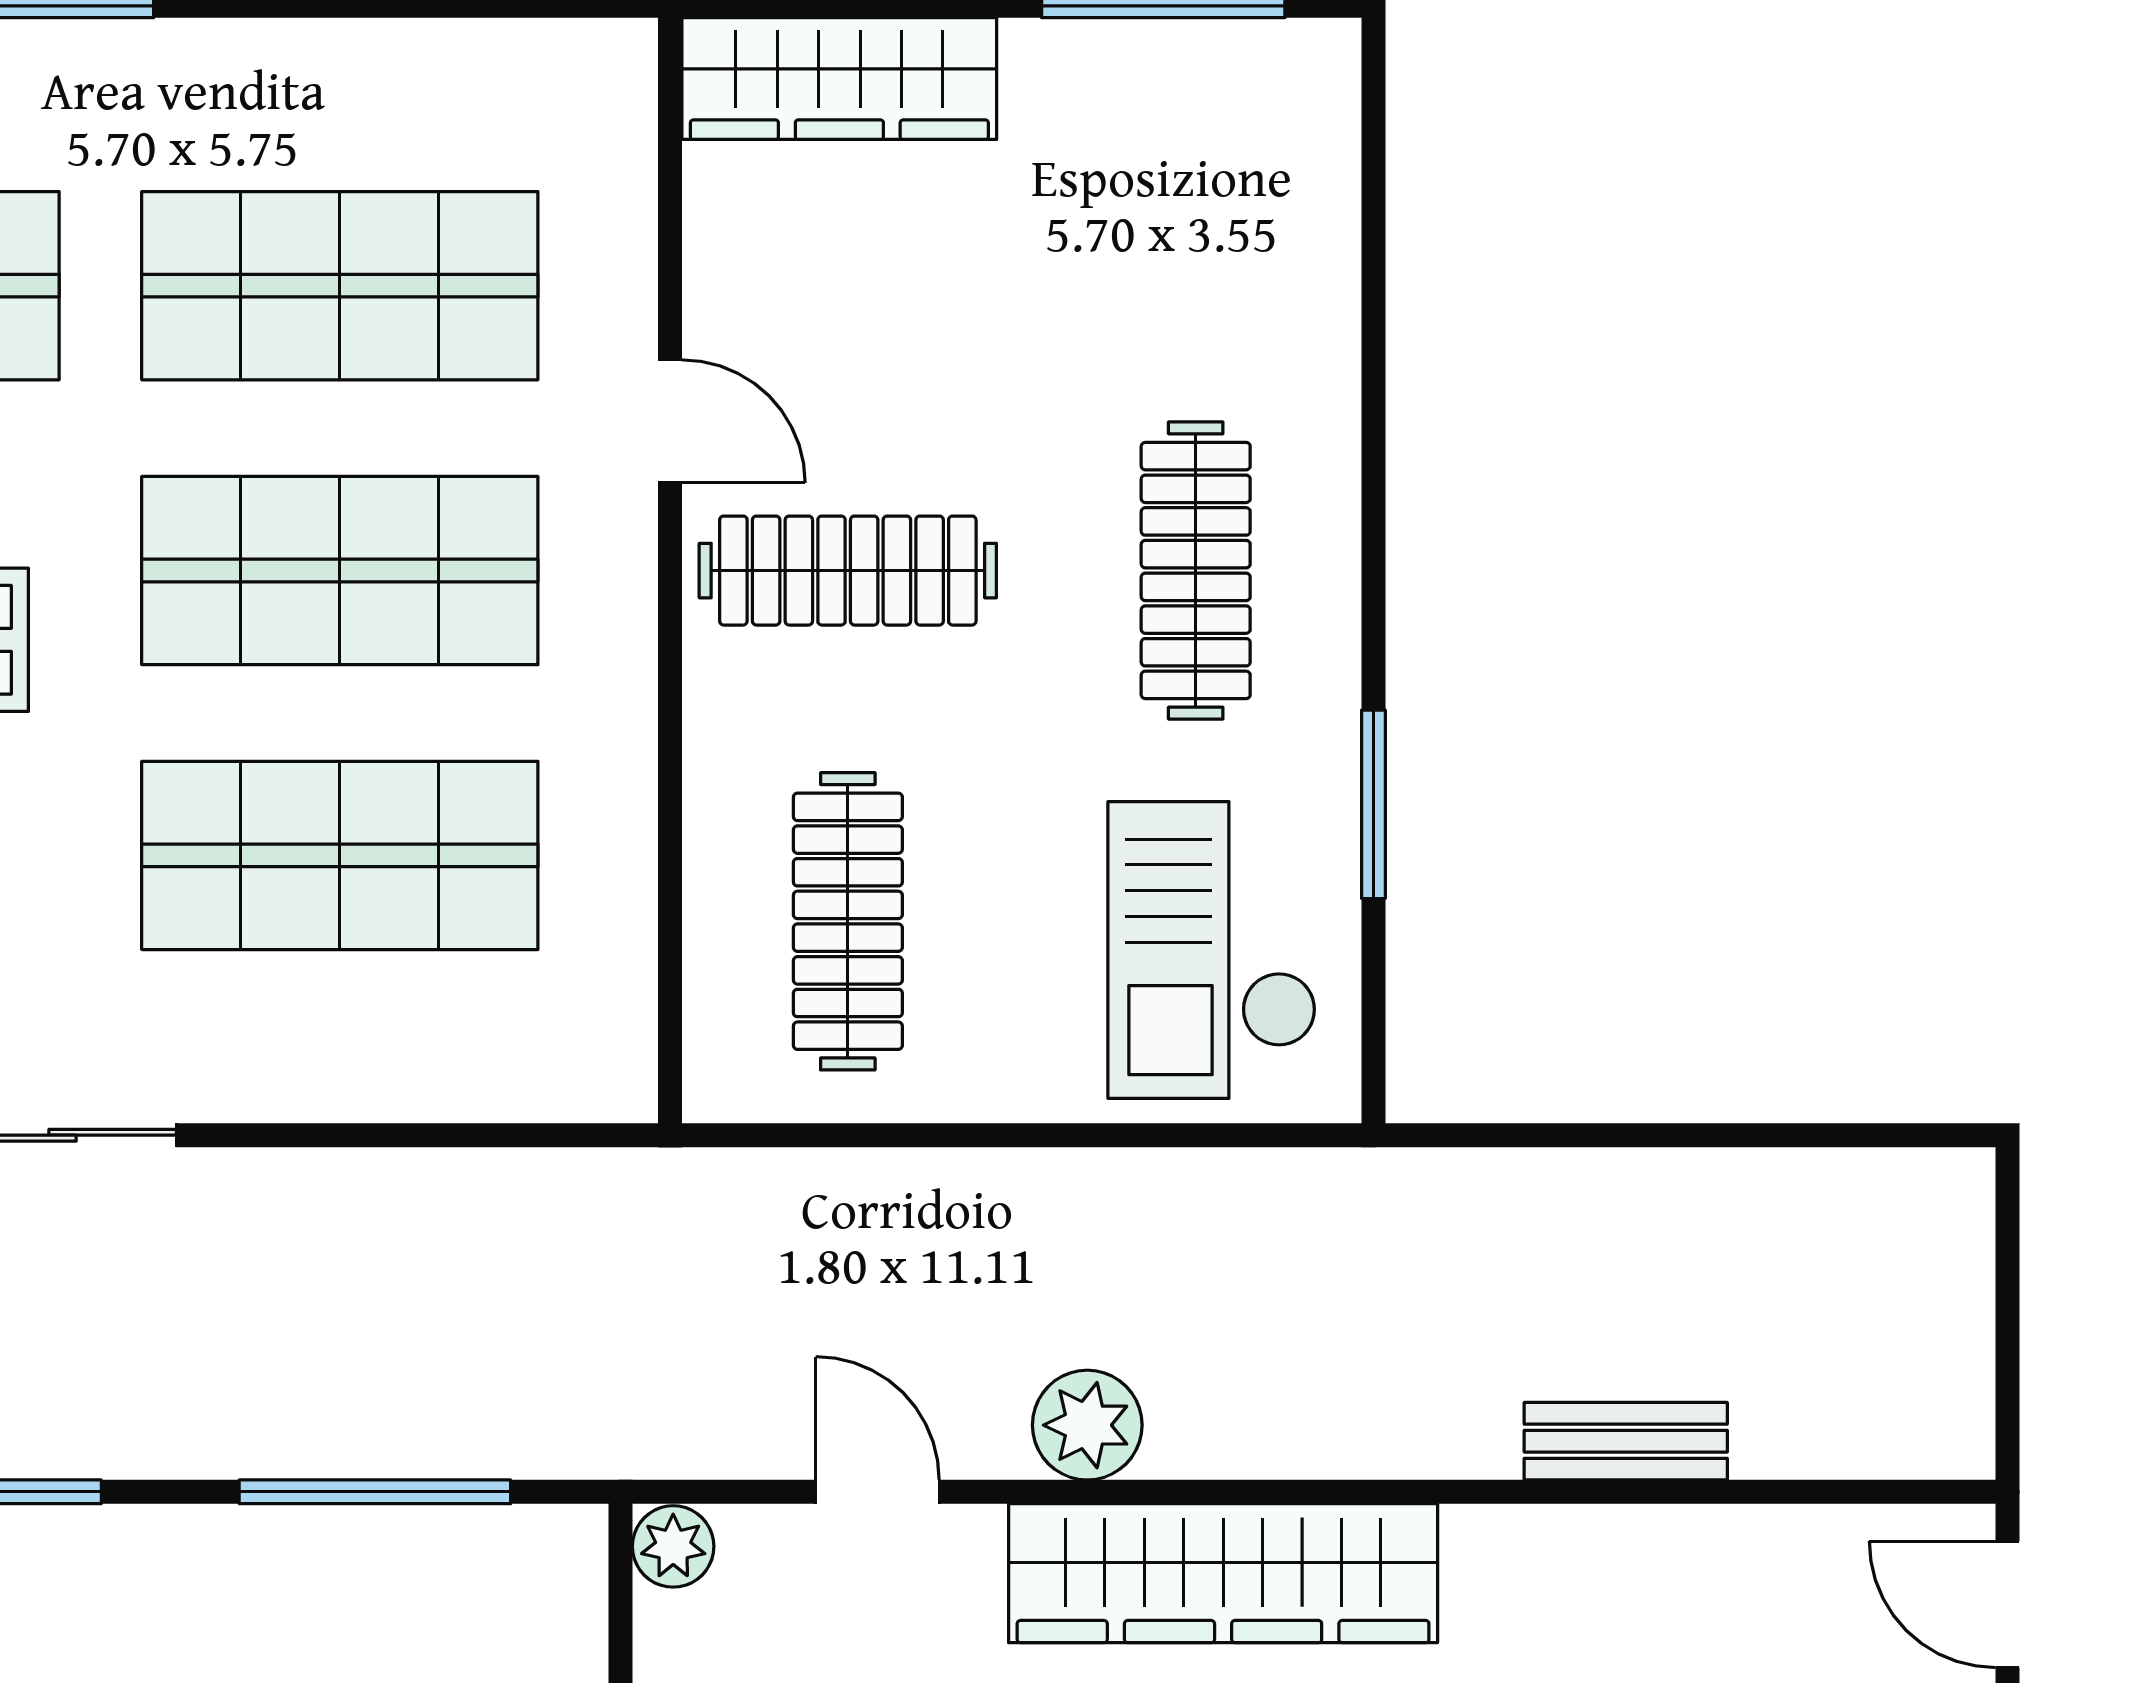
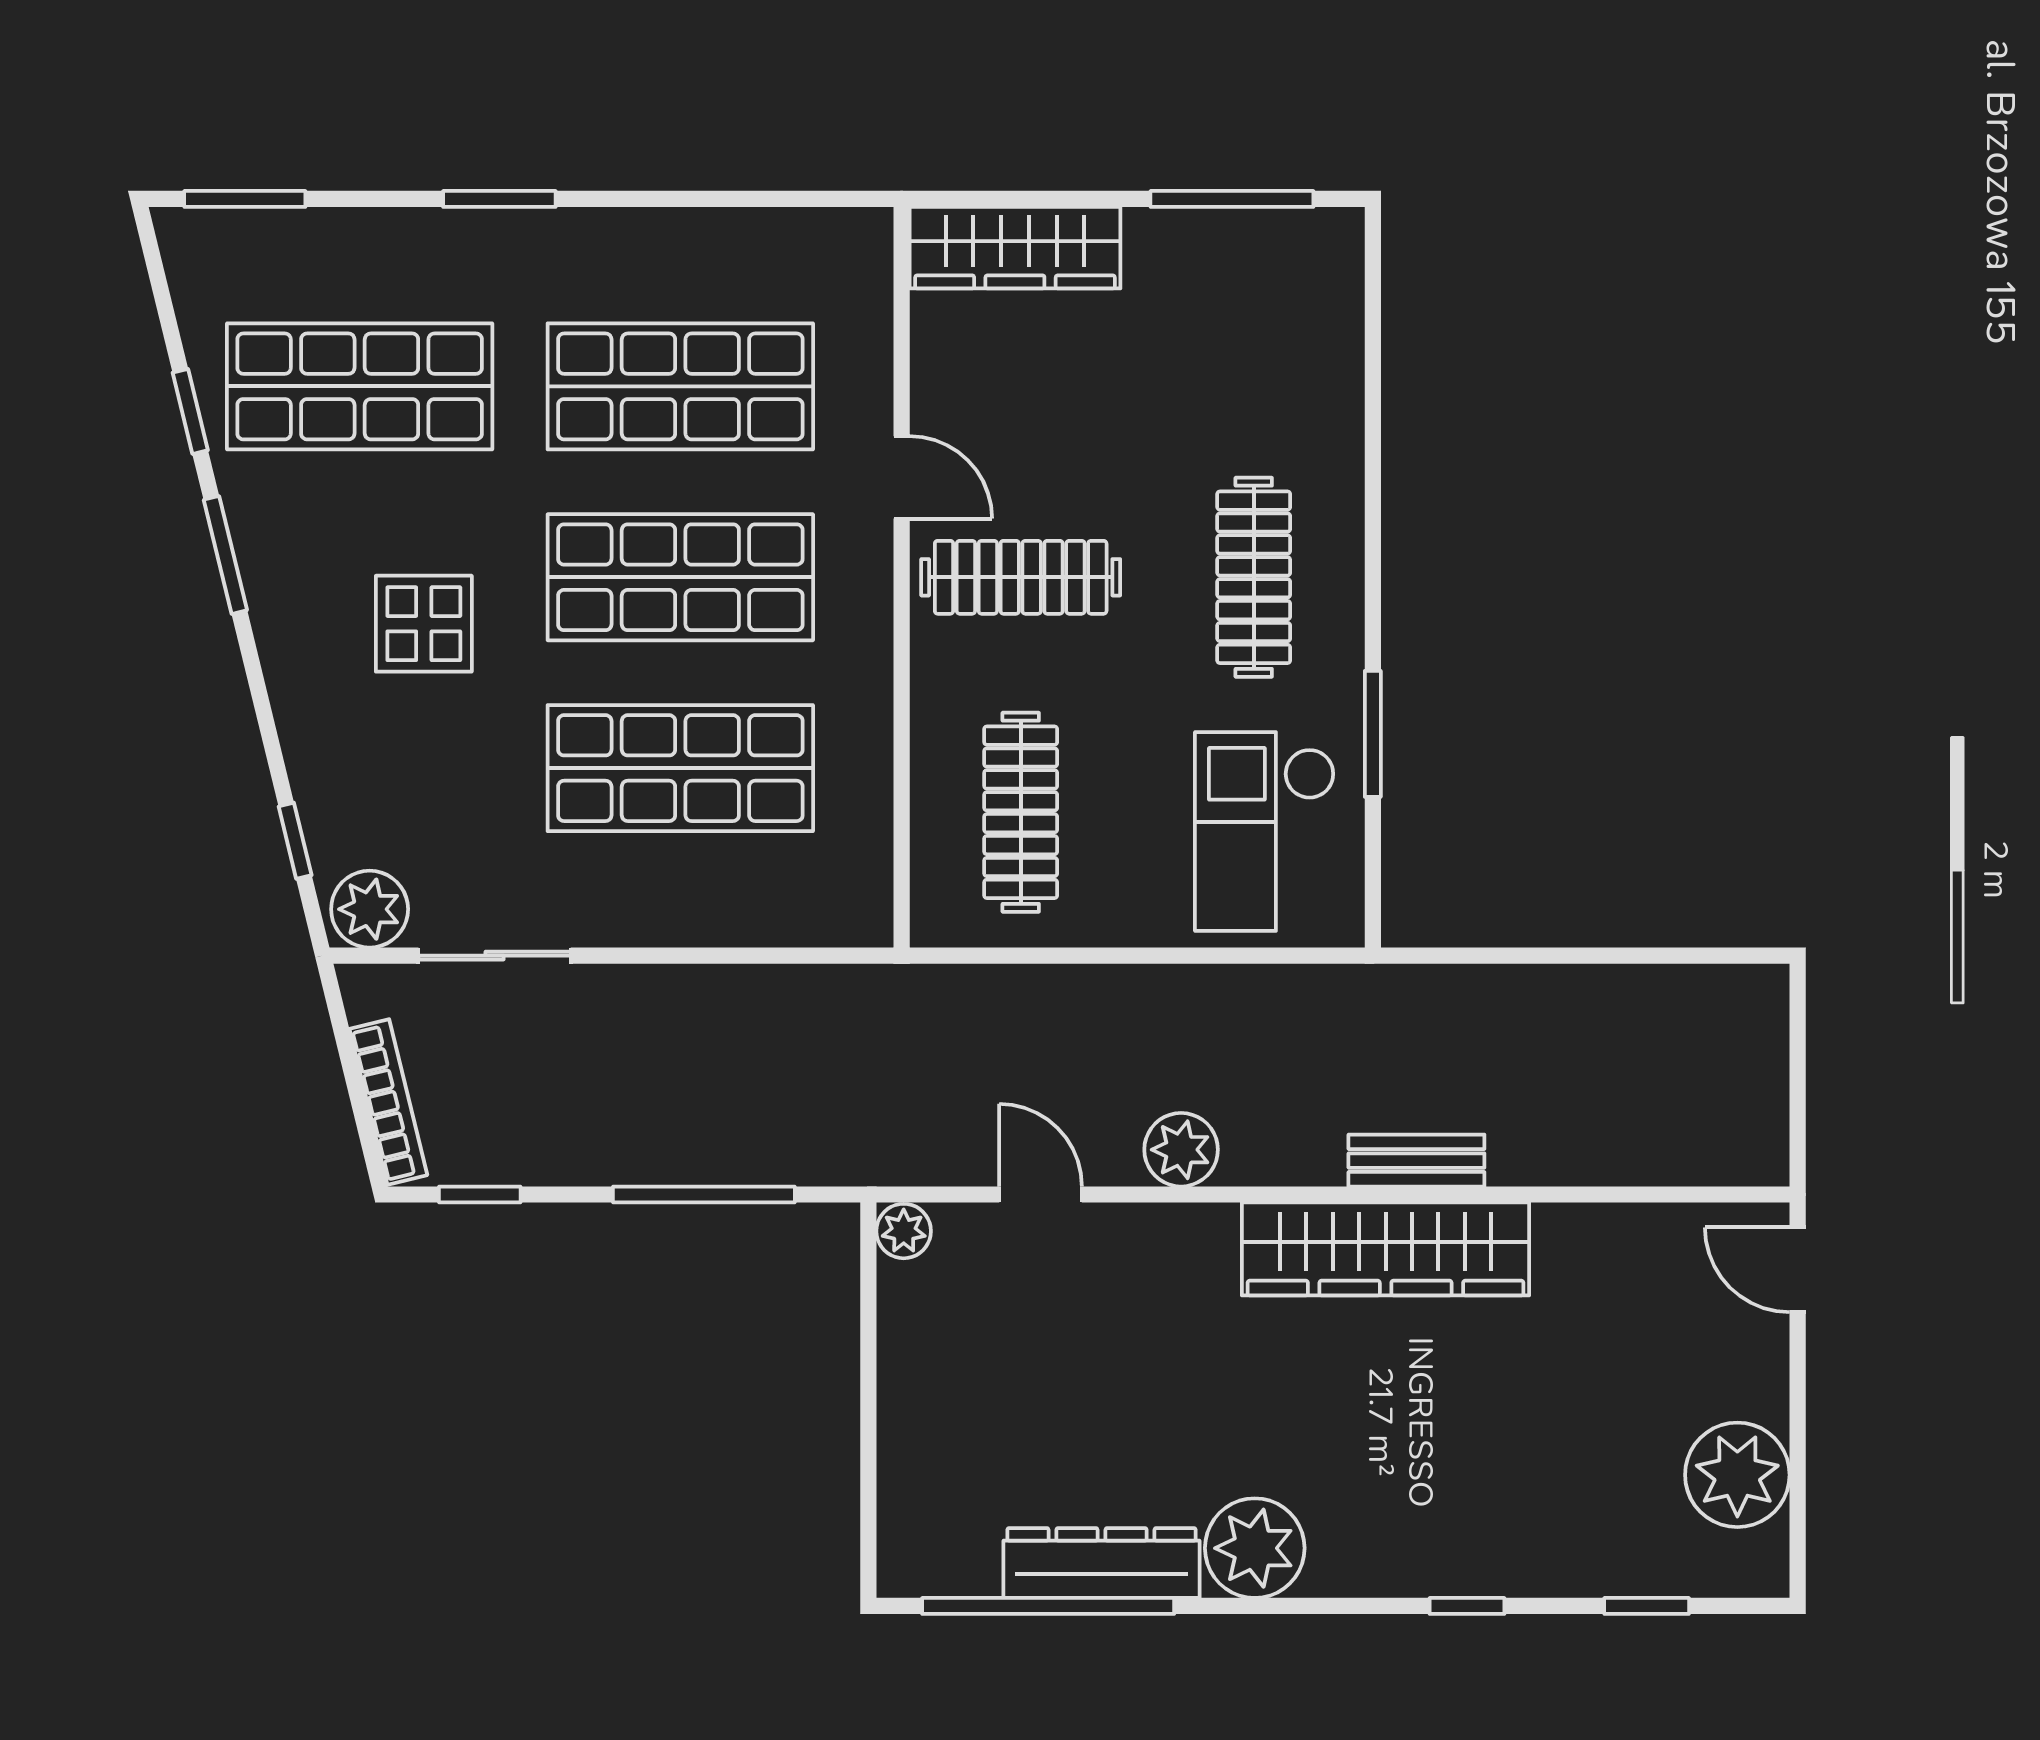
bench: (1626, 1441) -> (1416, 1161), moved
wardrobe: (1223, 1573) -> (1386, 1249), moved

